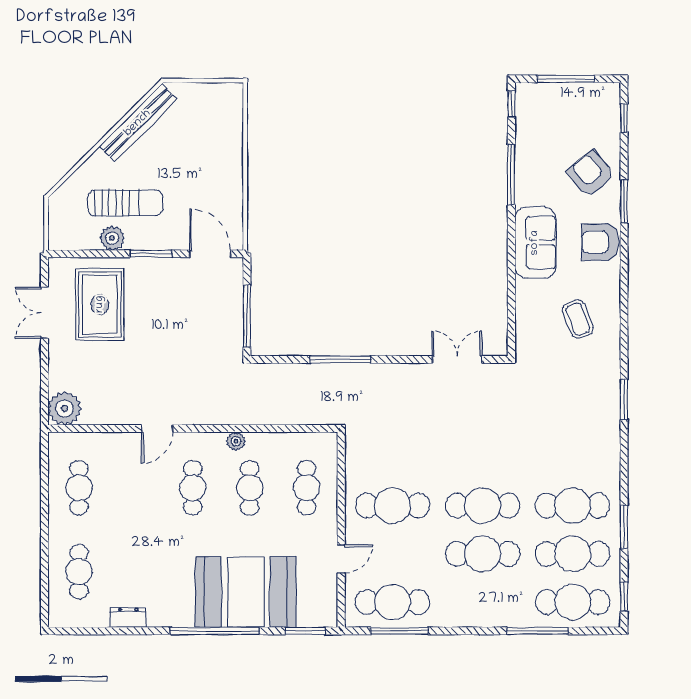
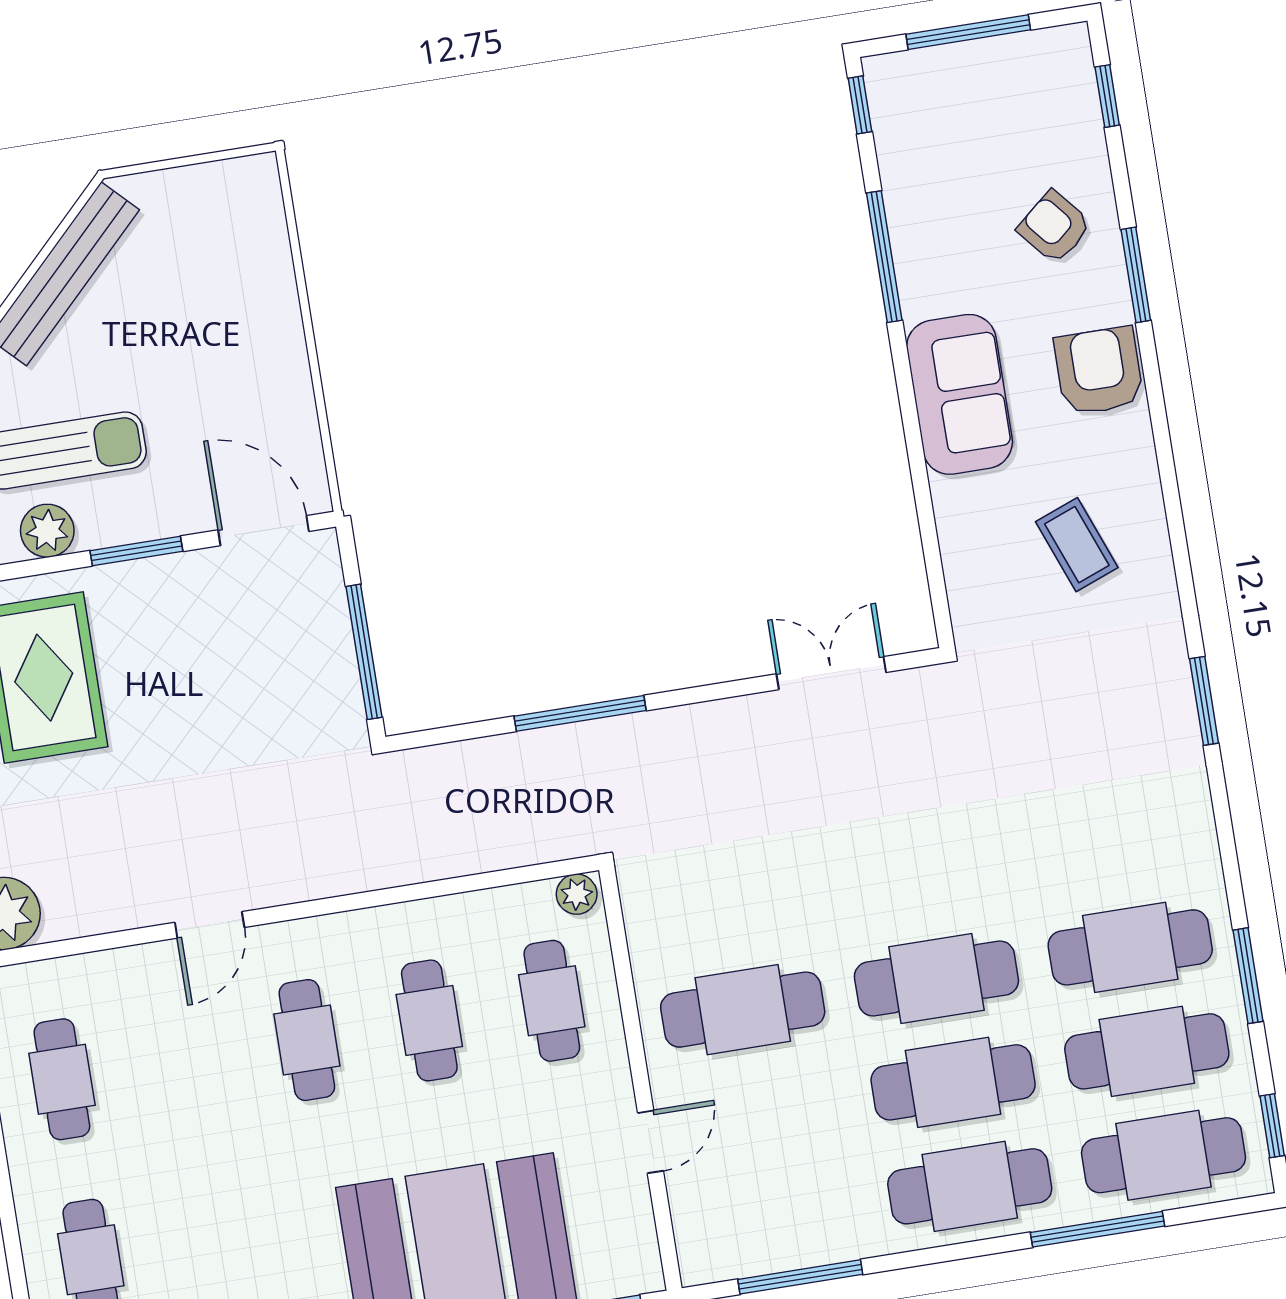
armchair: (591, 174) -> (1054, 227), width x0.72, depth x0.72
armchair: (600, 242) -> (1099, 371), turned 90
plant: (236, 441) -> (577, 894), moved
cafe table: (393, 602) -> (970, 1186), moved

